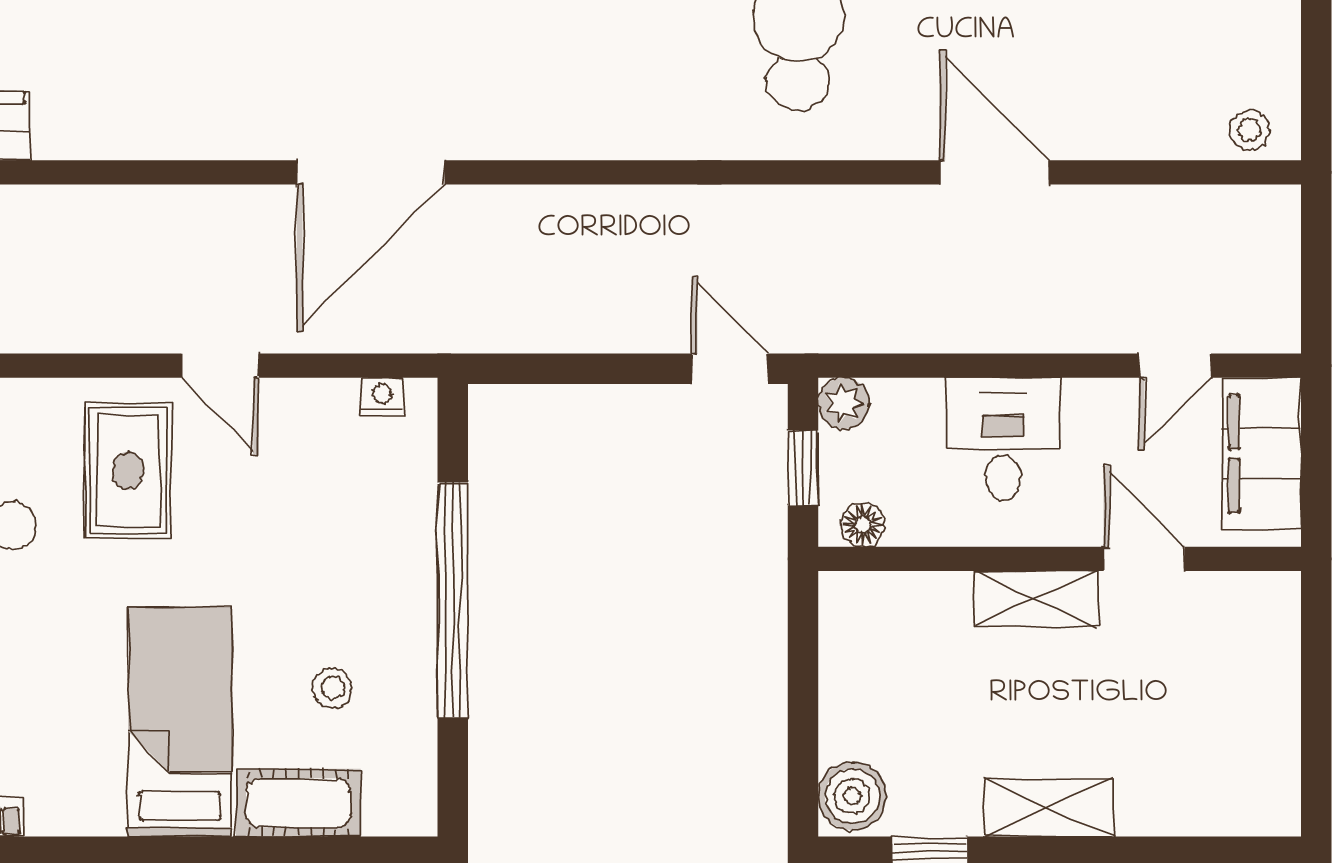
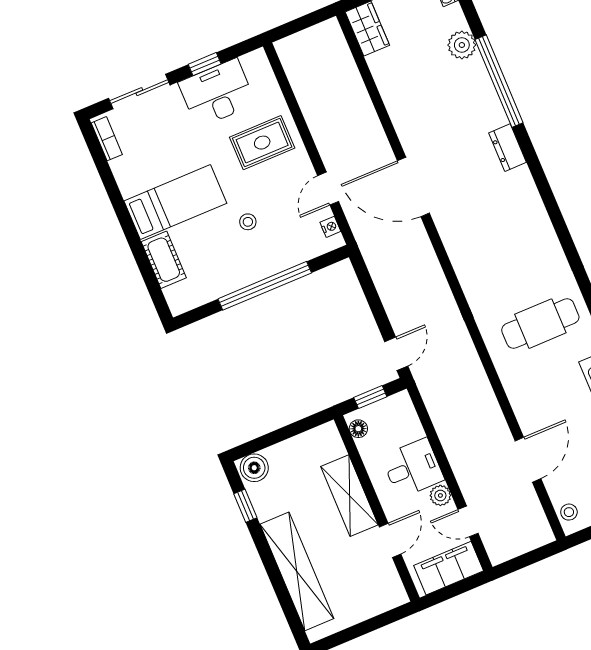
door: (994, 172) -> (528, 460), moved
door: (220, 366) -> (328, 189), moved
plant: (844, 403) -> (440, 495), moved
shelving: (1036, 599) -> (349, 496), width x1.50, depth x1.33
stool: (332, 688) -> (248, 222), moved
shelving: (1048, 808) -> (297, 571), width x2.20, depth x1.33

